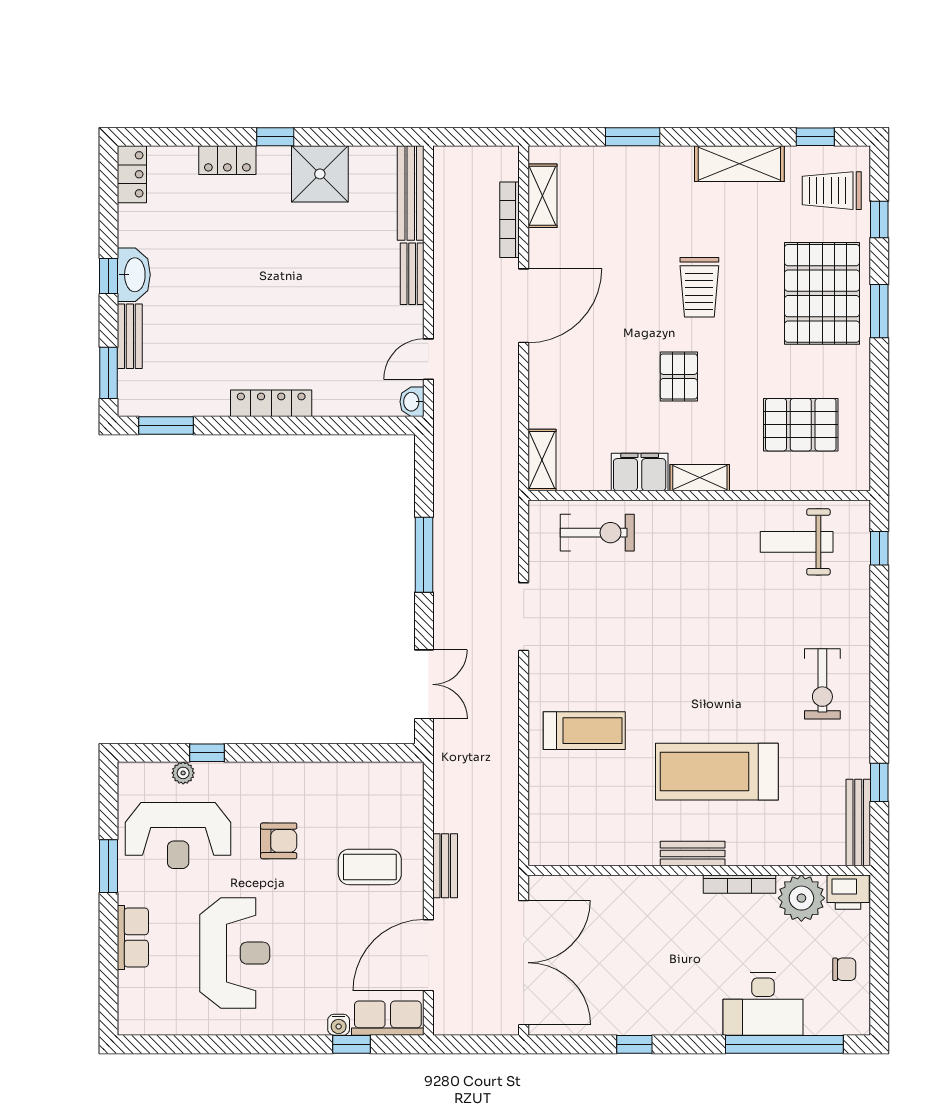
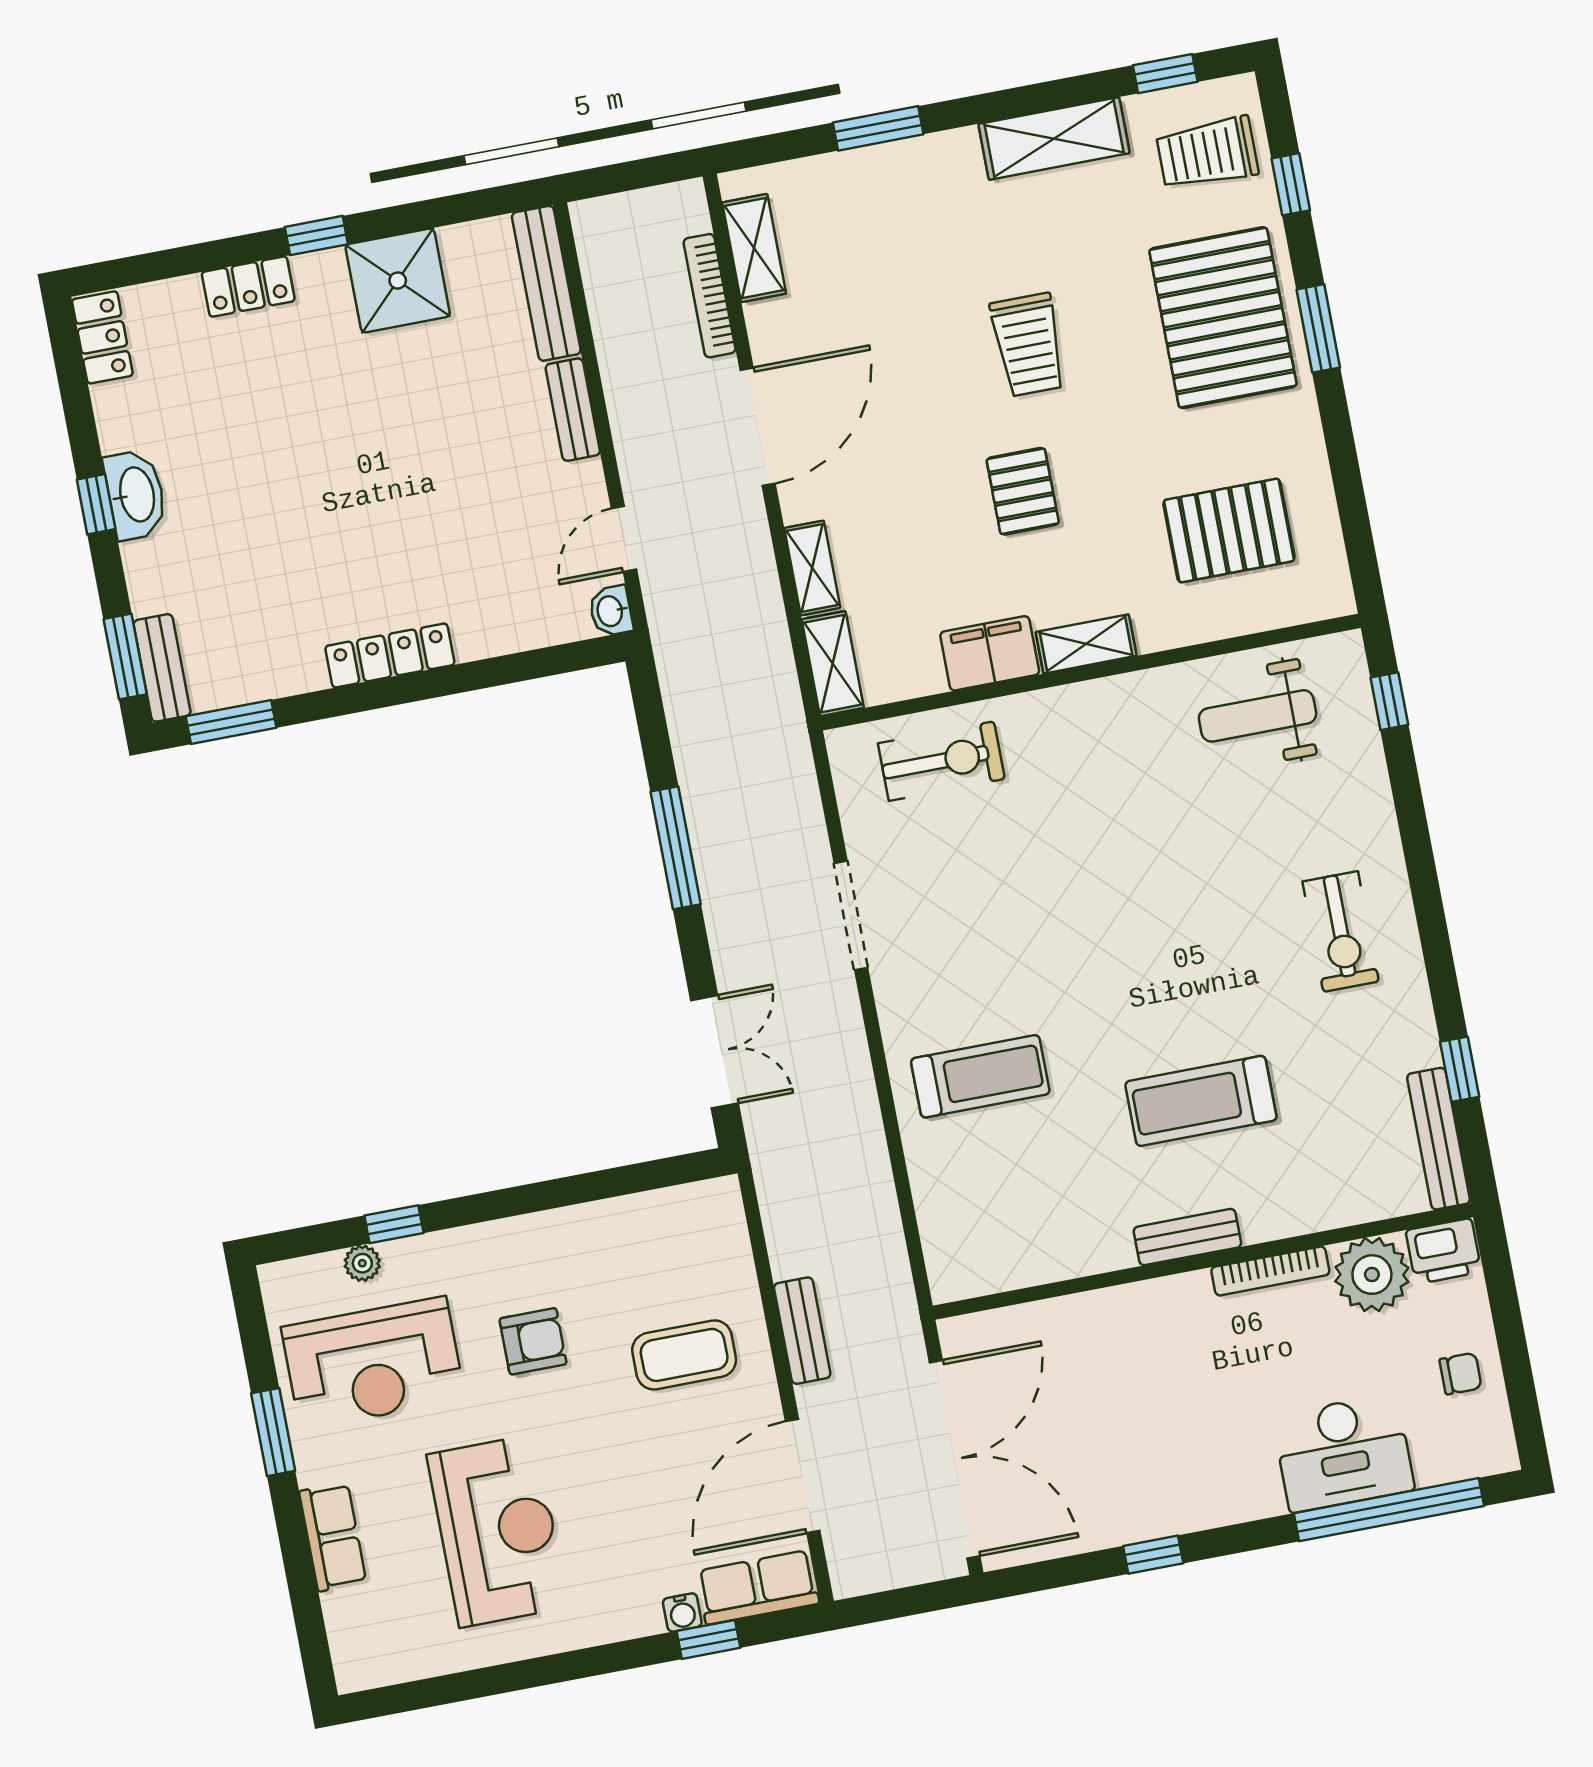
bench: (130, 336) -> (162, 668), moved
shelving: (541, 399) -> (812, 568), added
treadmill: (717, 772) -> (1201, 1101), width x0.73, depth x0.73

